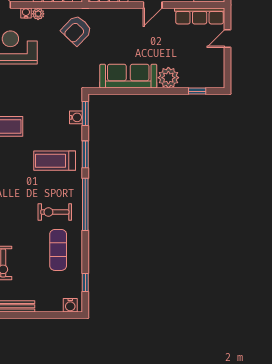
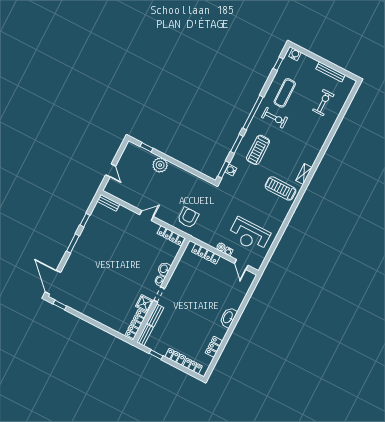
row of seats: (200, 16) -> (121, 194), removed
armchair: (77, 30) -> (188, 218), moved, turned -44
door: (227, 39) -> (111, 170), hinge flipped
sofa: (128, 76) -> (185, 179), removed
treadmill: (55, 161) -> (258, 150), turned 90

